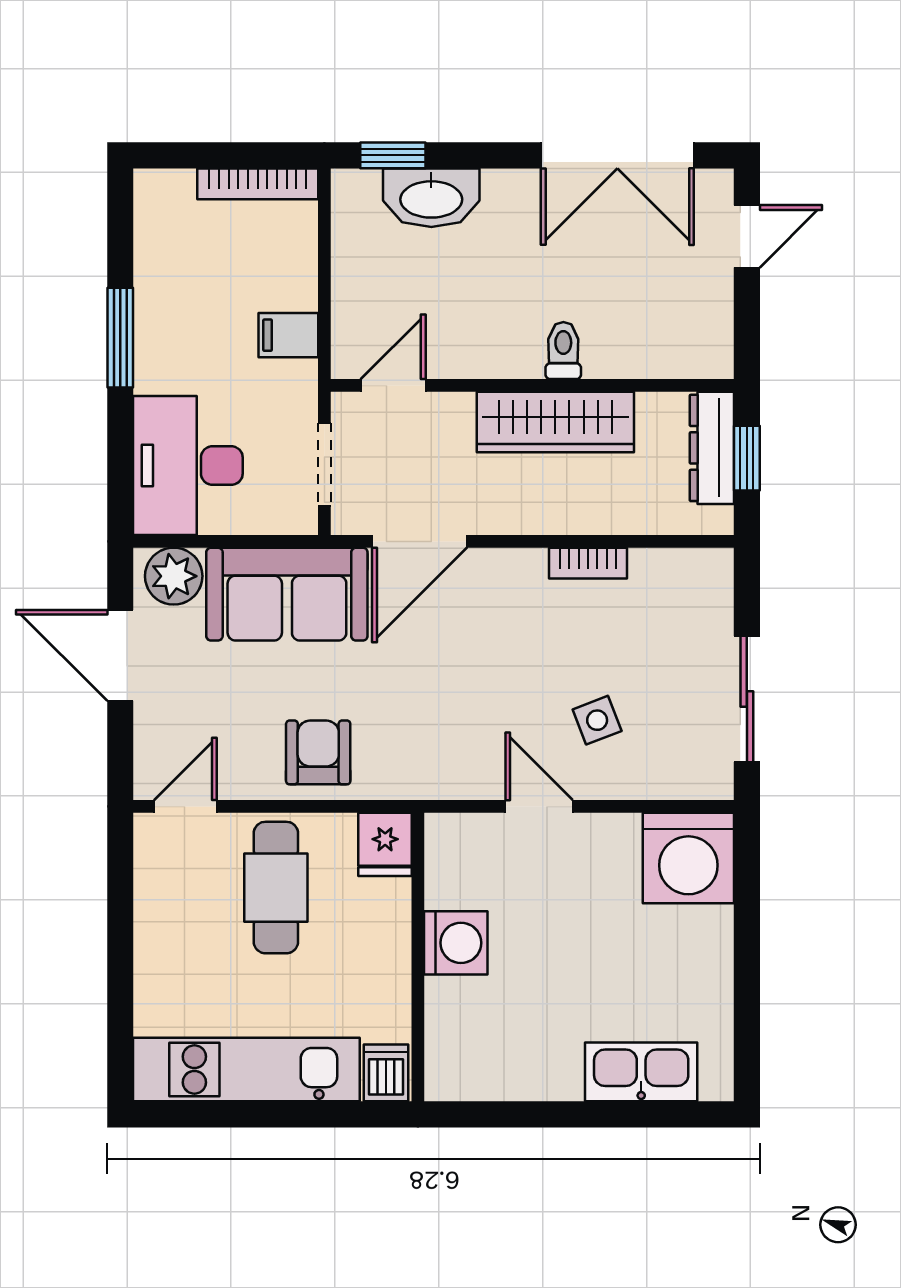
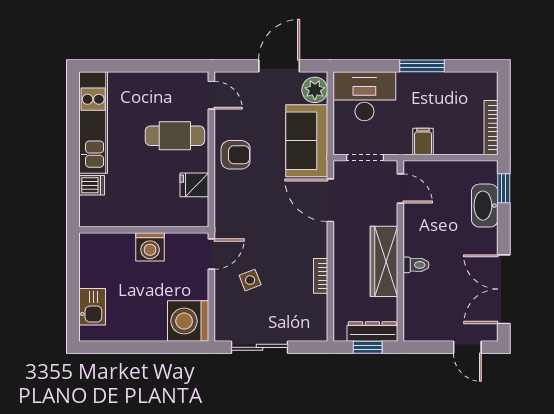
washing machine: (456, 943) -> (150, 247), moved
wall: (418, 957) -> (144, 230), moved
kitchen sink: (641, 1072) -> (92, 307), width x0.73

